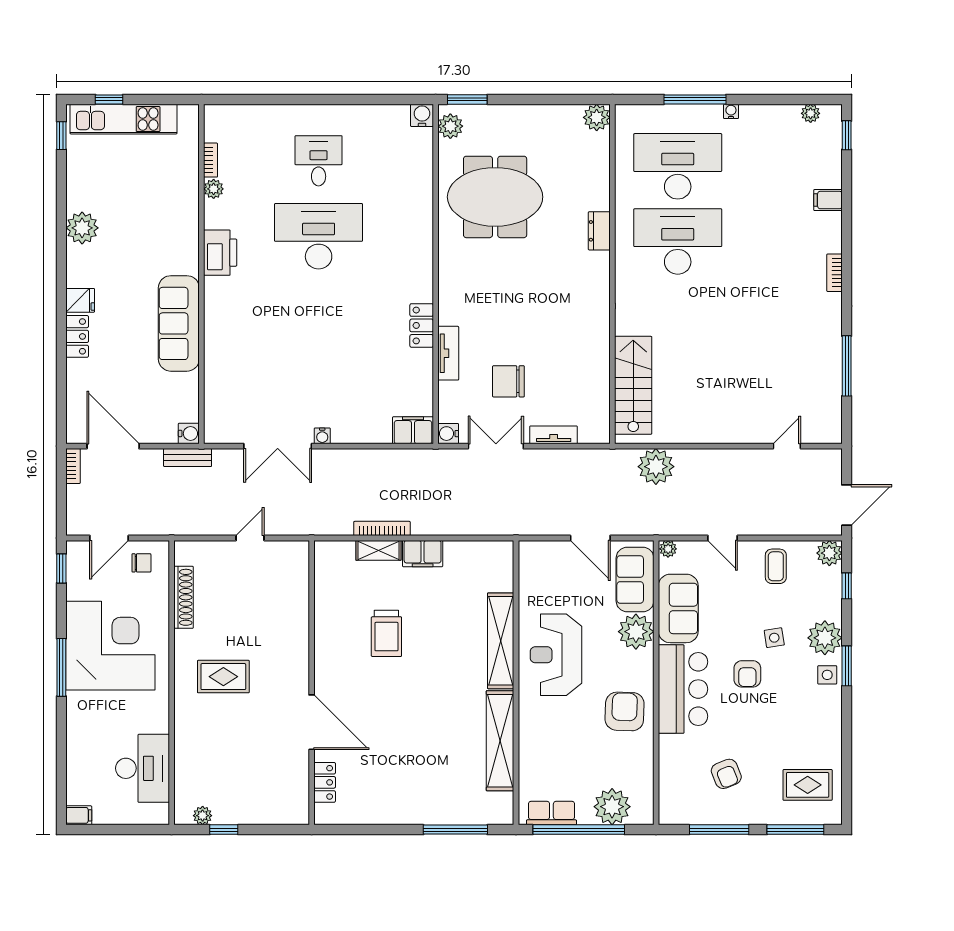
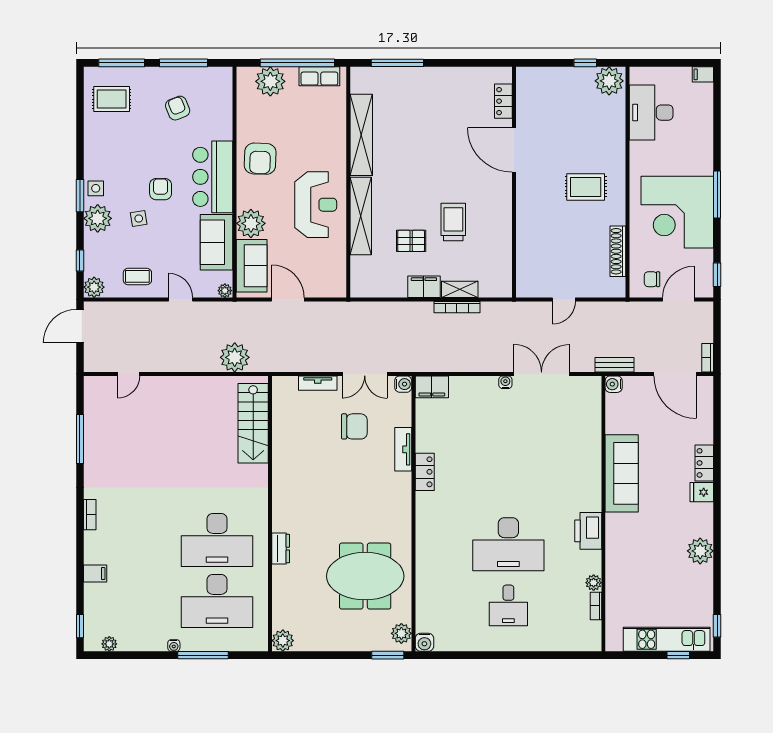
coffee table: (776, 566) -> (137, 276), turned 90
pallet: (438, 610) -> (411, 241), added
plant: (203, 816) -> (609, 81), width x1.87, depth x1.87

